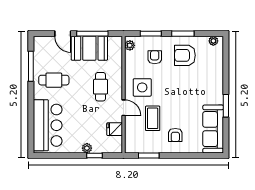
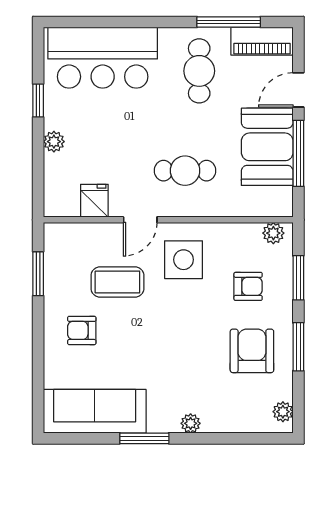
piano: (40, 51) -> (262, 41), added
plant: (219, 84) -> (191, 423), added
window: (94, 155) -> (38, 100), moved

